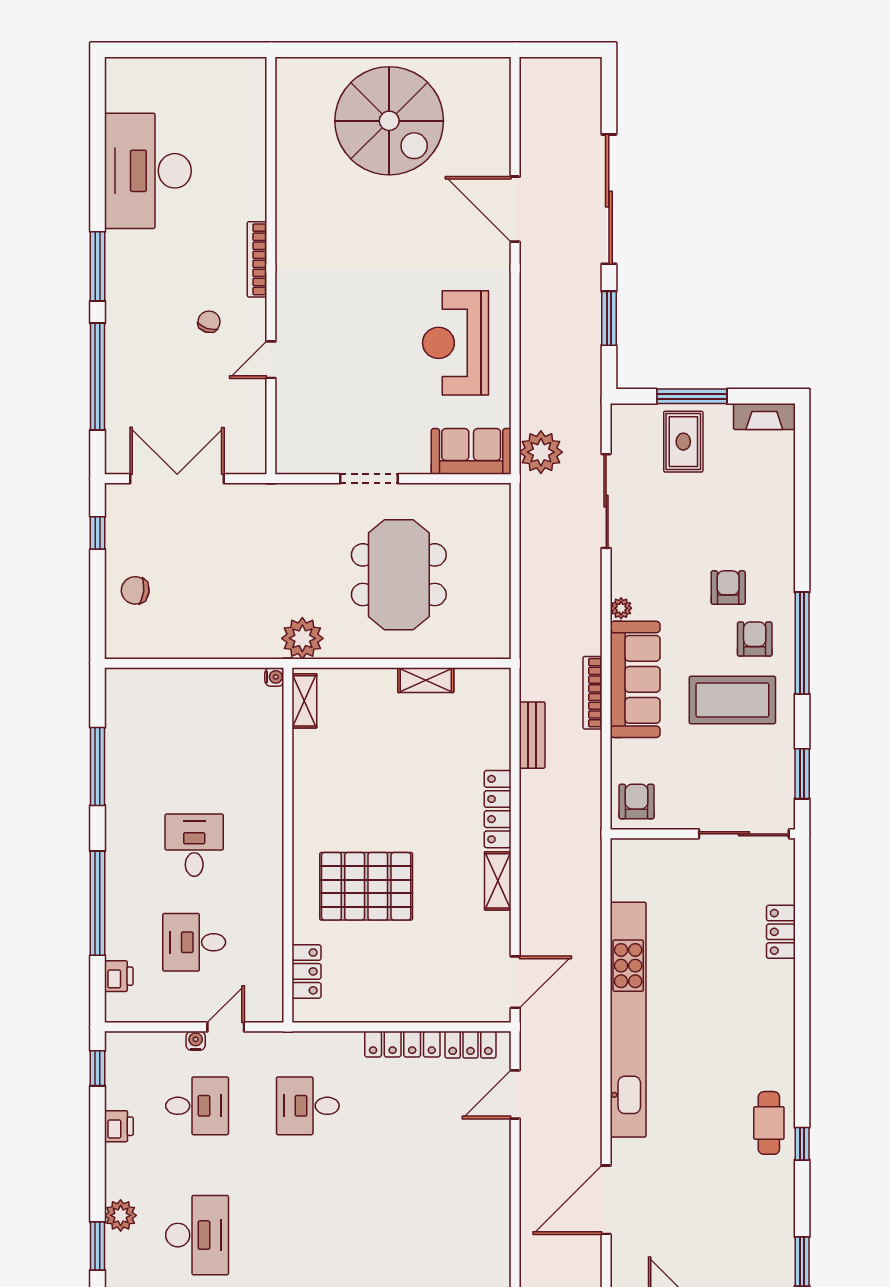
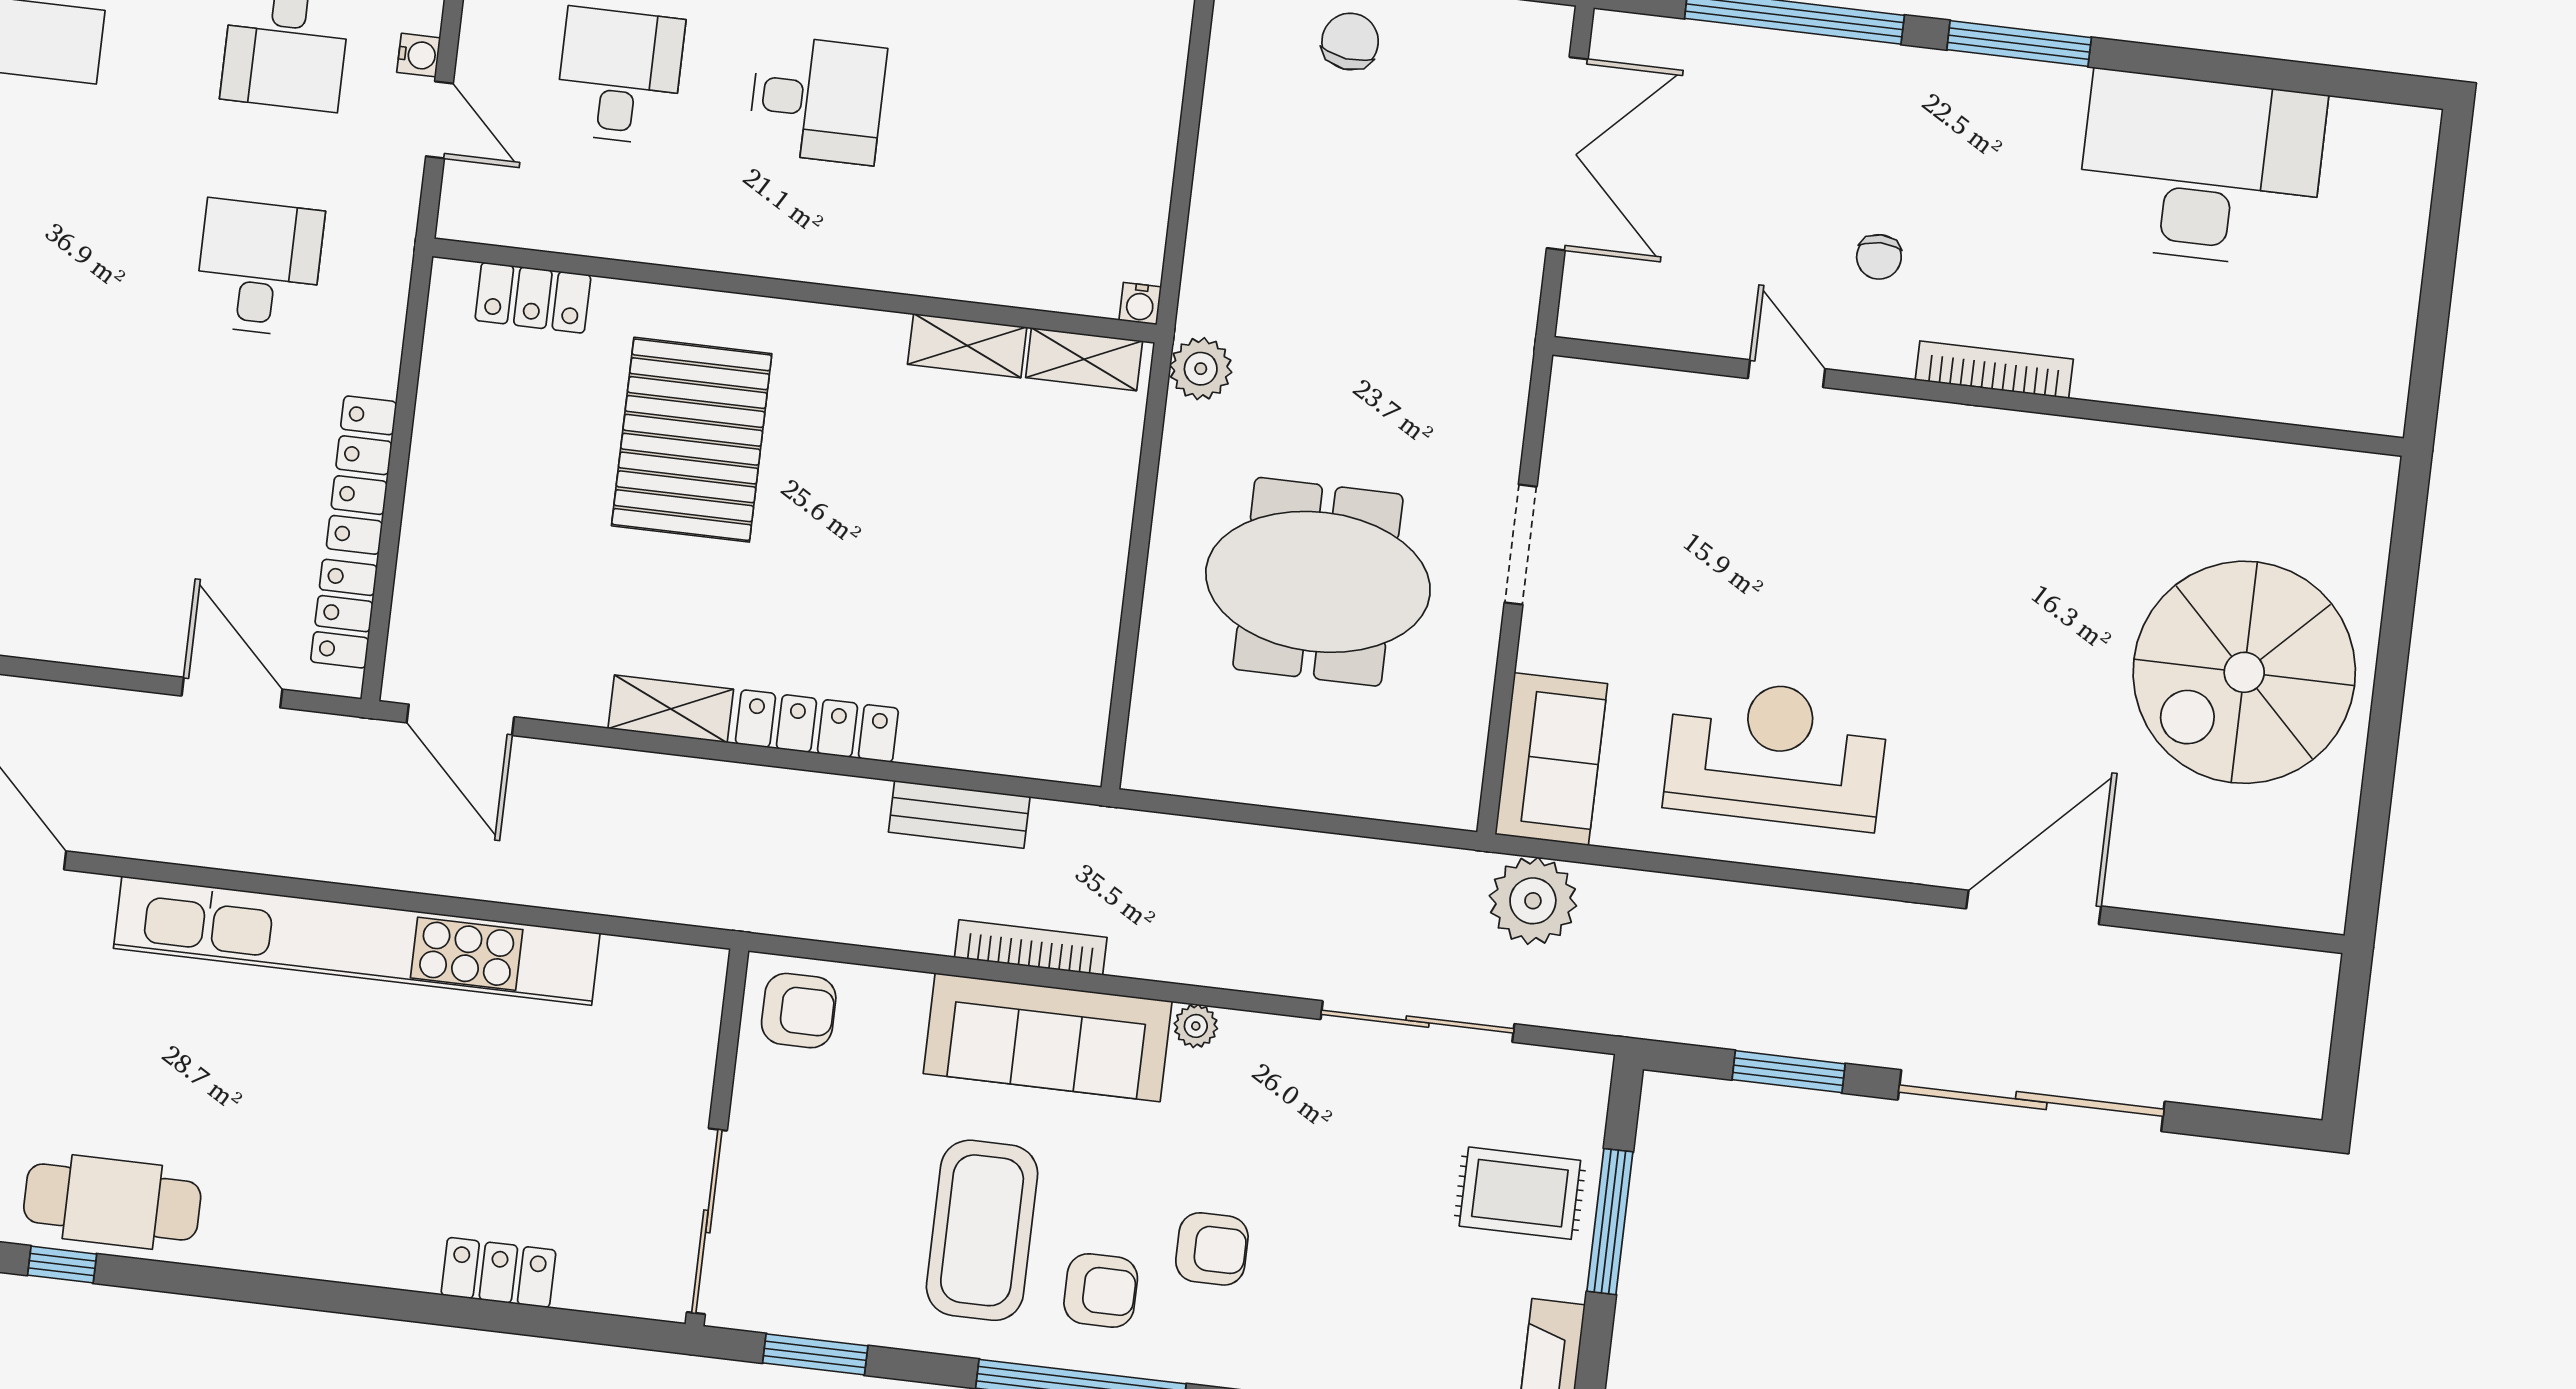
chair: (209, 322) -> (1879, 257), turned 72
plant: (302, 638) -> (1201, 369), width x0.73, depth x0.73
shelving: (426, 680) -> (967, 346), moved, turned 90
cafe table: (769, 1123) -> (112, 1202), width x1.37, depth x1.35

